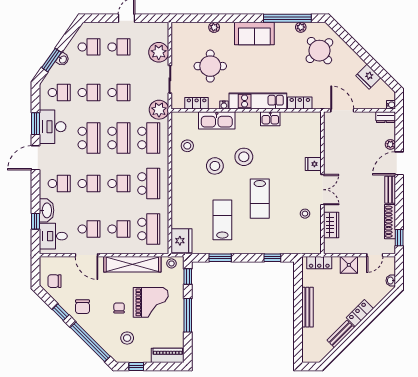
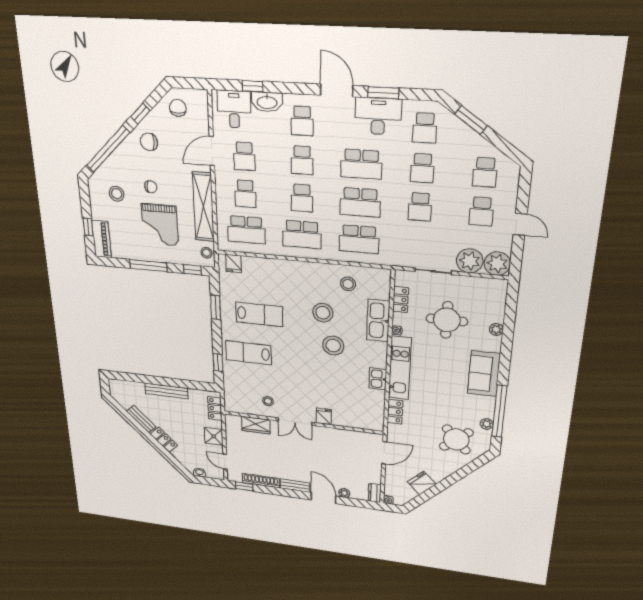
washbasin: (63, 59) -> (471, 136), removed
plant: (159, 110) -> (497, 264), moved
lab bench: (260, 199) -> (248, 353), moved
fridge: (181, 241) -> (233, 264), width x0.53, depth x0.75
window: (136, 367) -> (88, 227), moved

